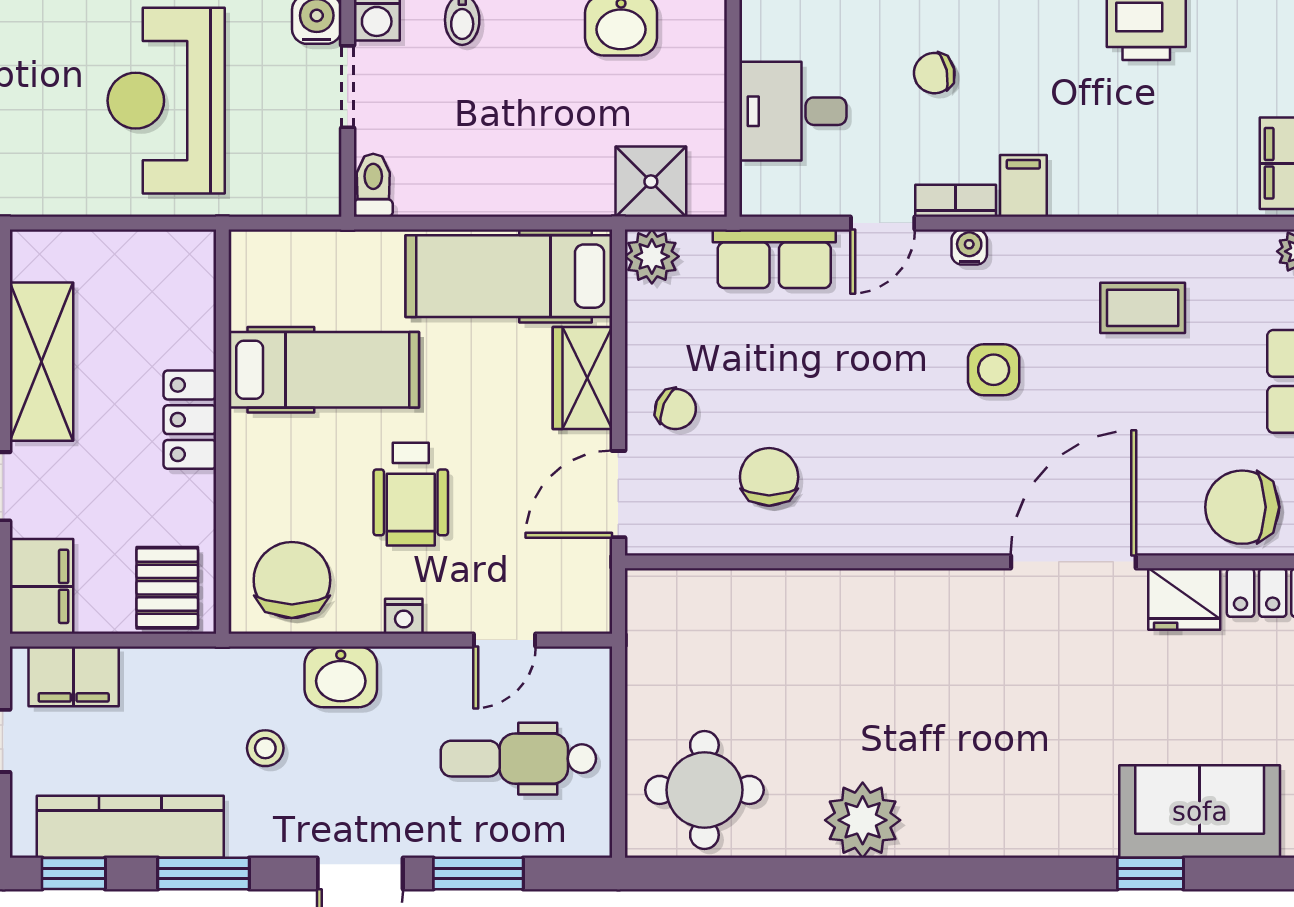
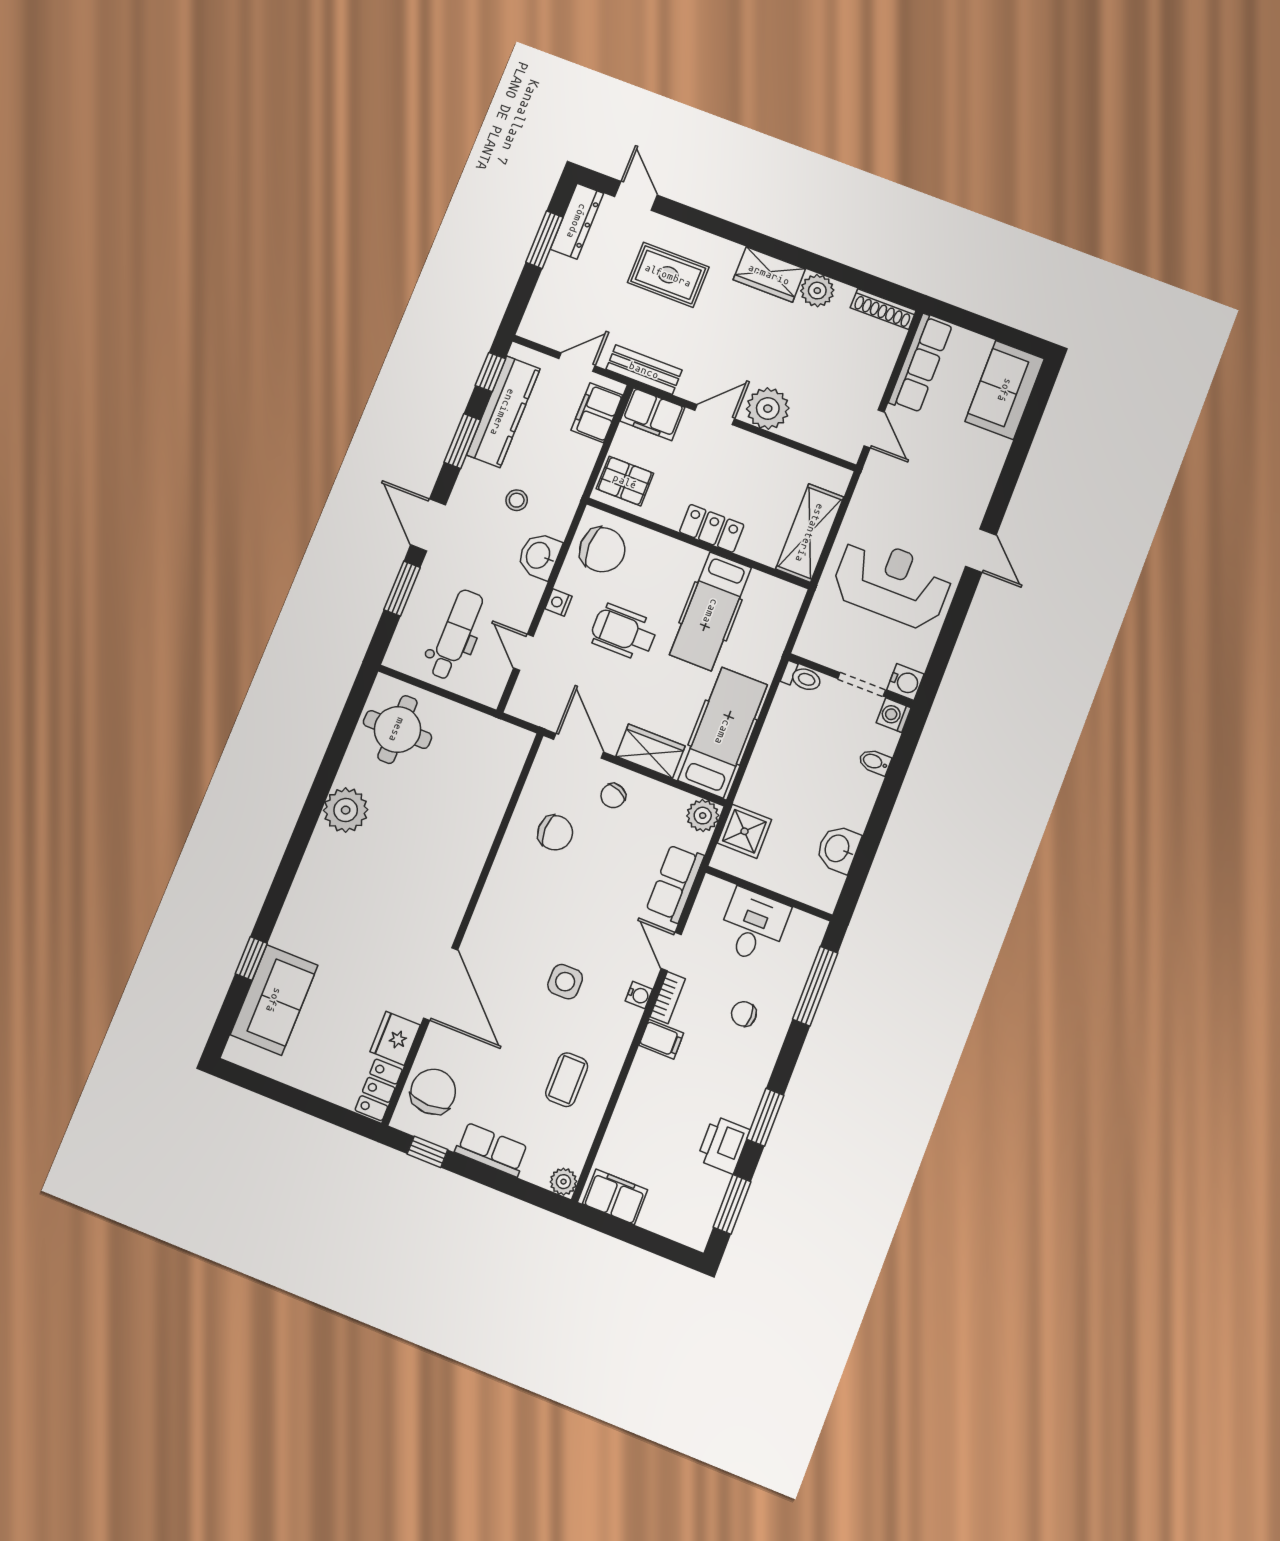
chair: (934, 73) -> (744, 1014), turned -77
shelving: (42, 362) -> (810, 533), moved, turned 90

